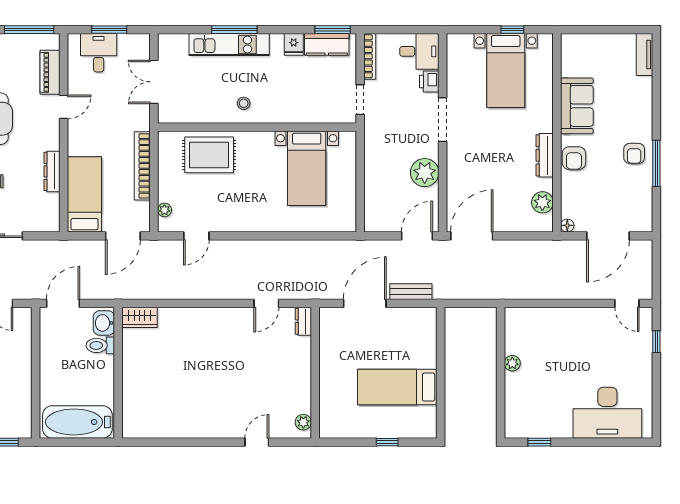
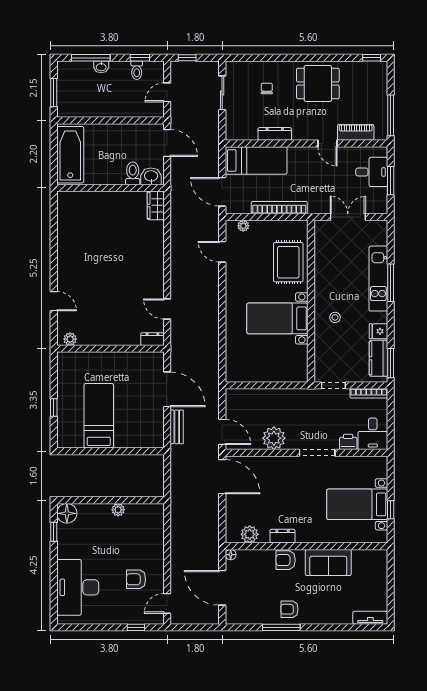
stool: (244, 103) -> (335, 317), moved
dresser: (545, 155) -> (282, 536), width x0.70
bed with nightstands: (307, 168) -> (277, 318), moved
armchair: (598, 341) -> (136, 579), added
floor lamp: (517, 426) -> (67, 513), added

